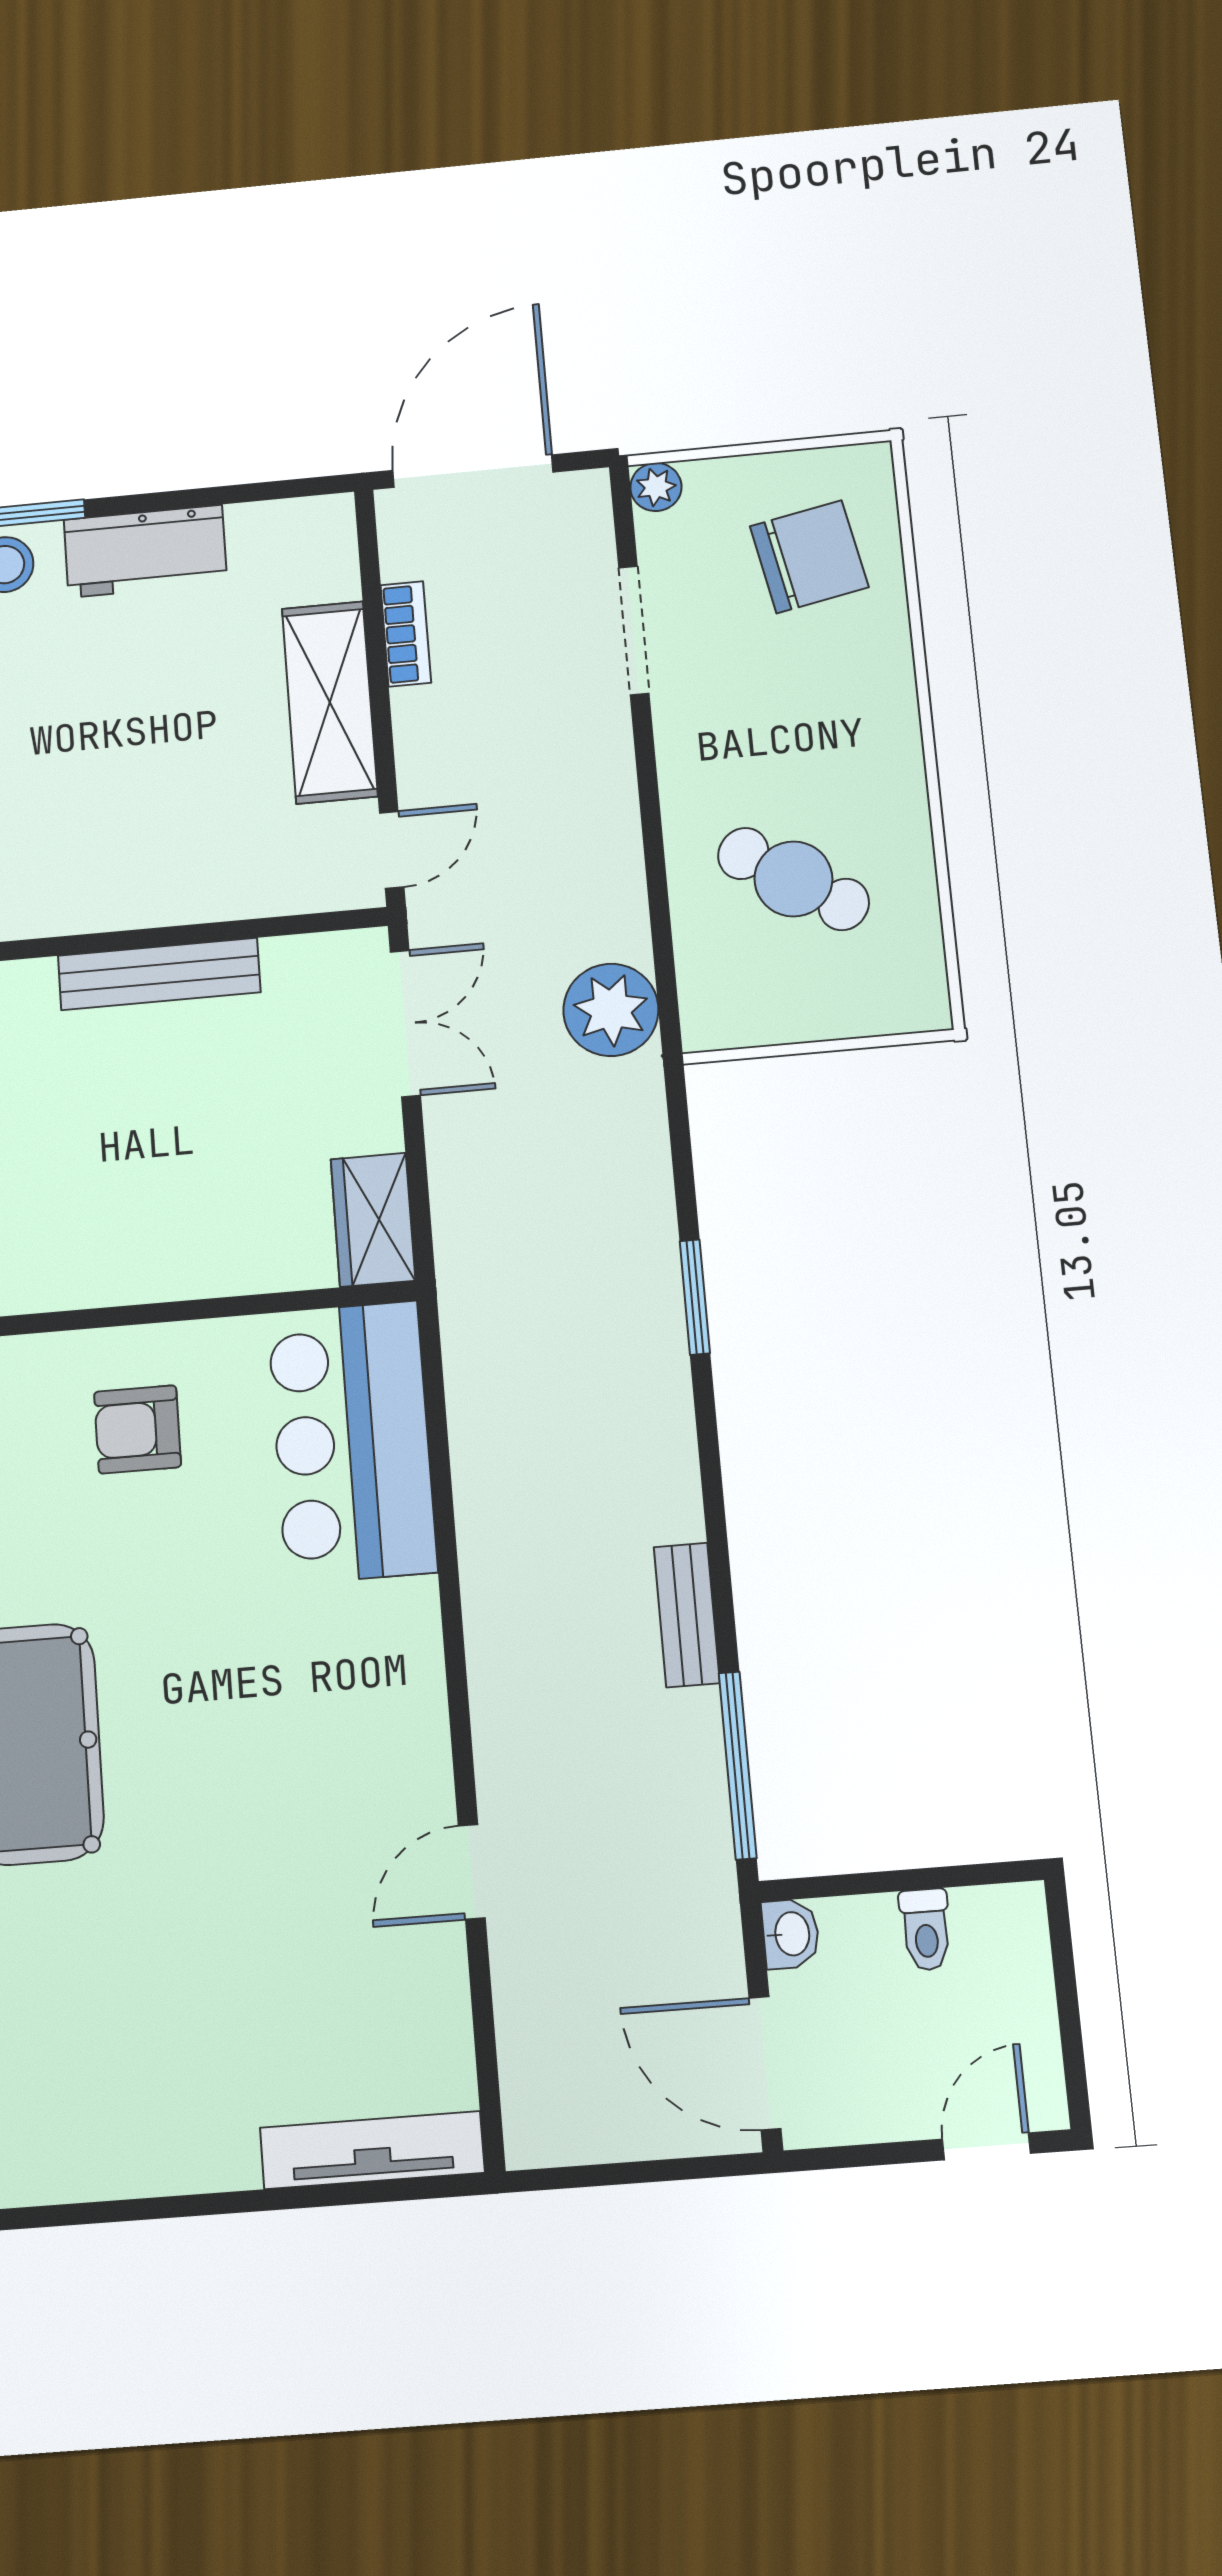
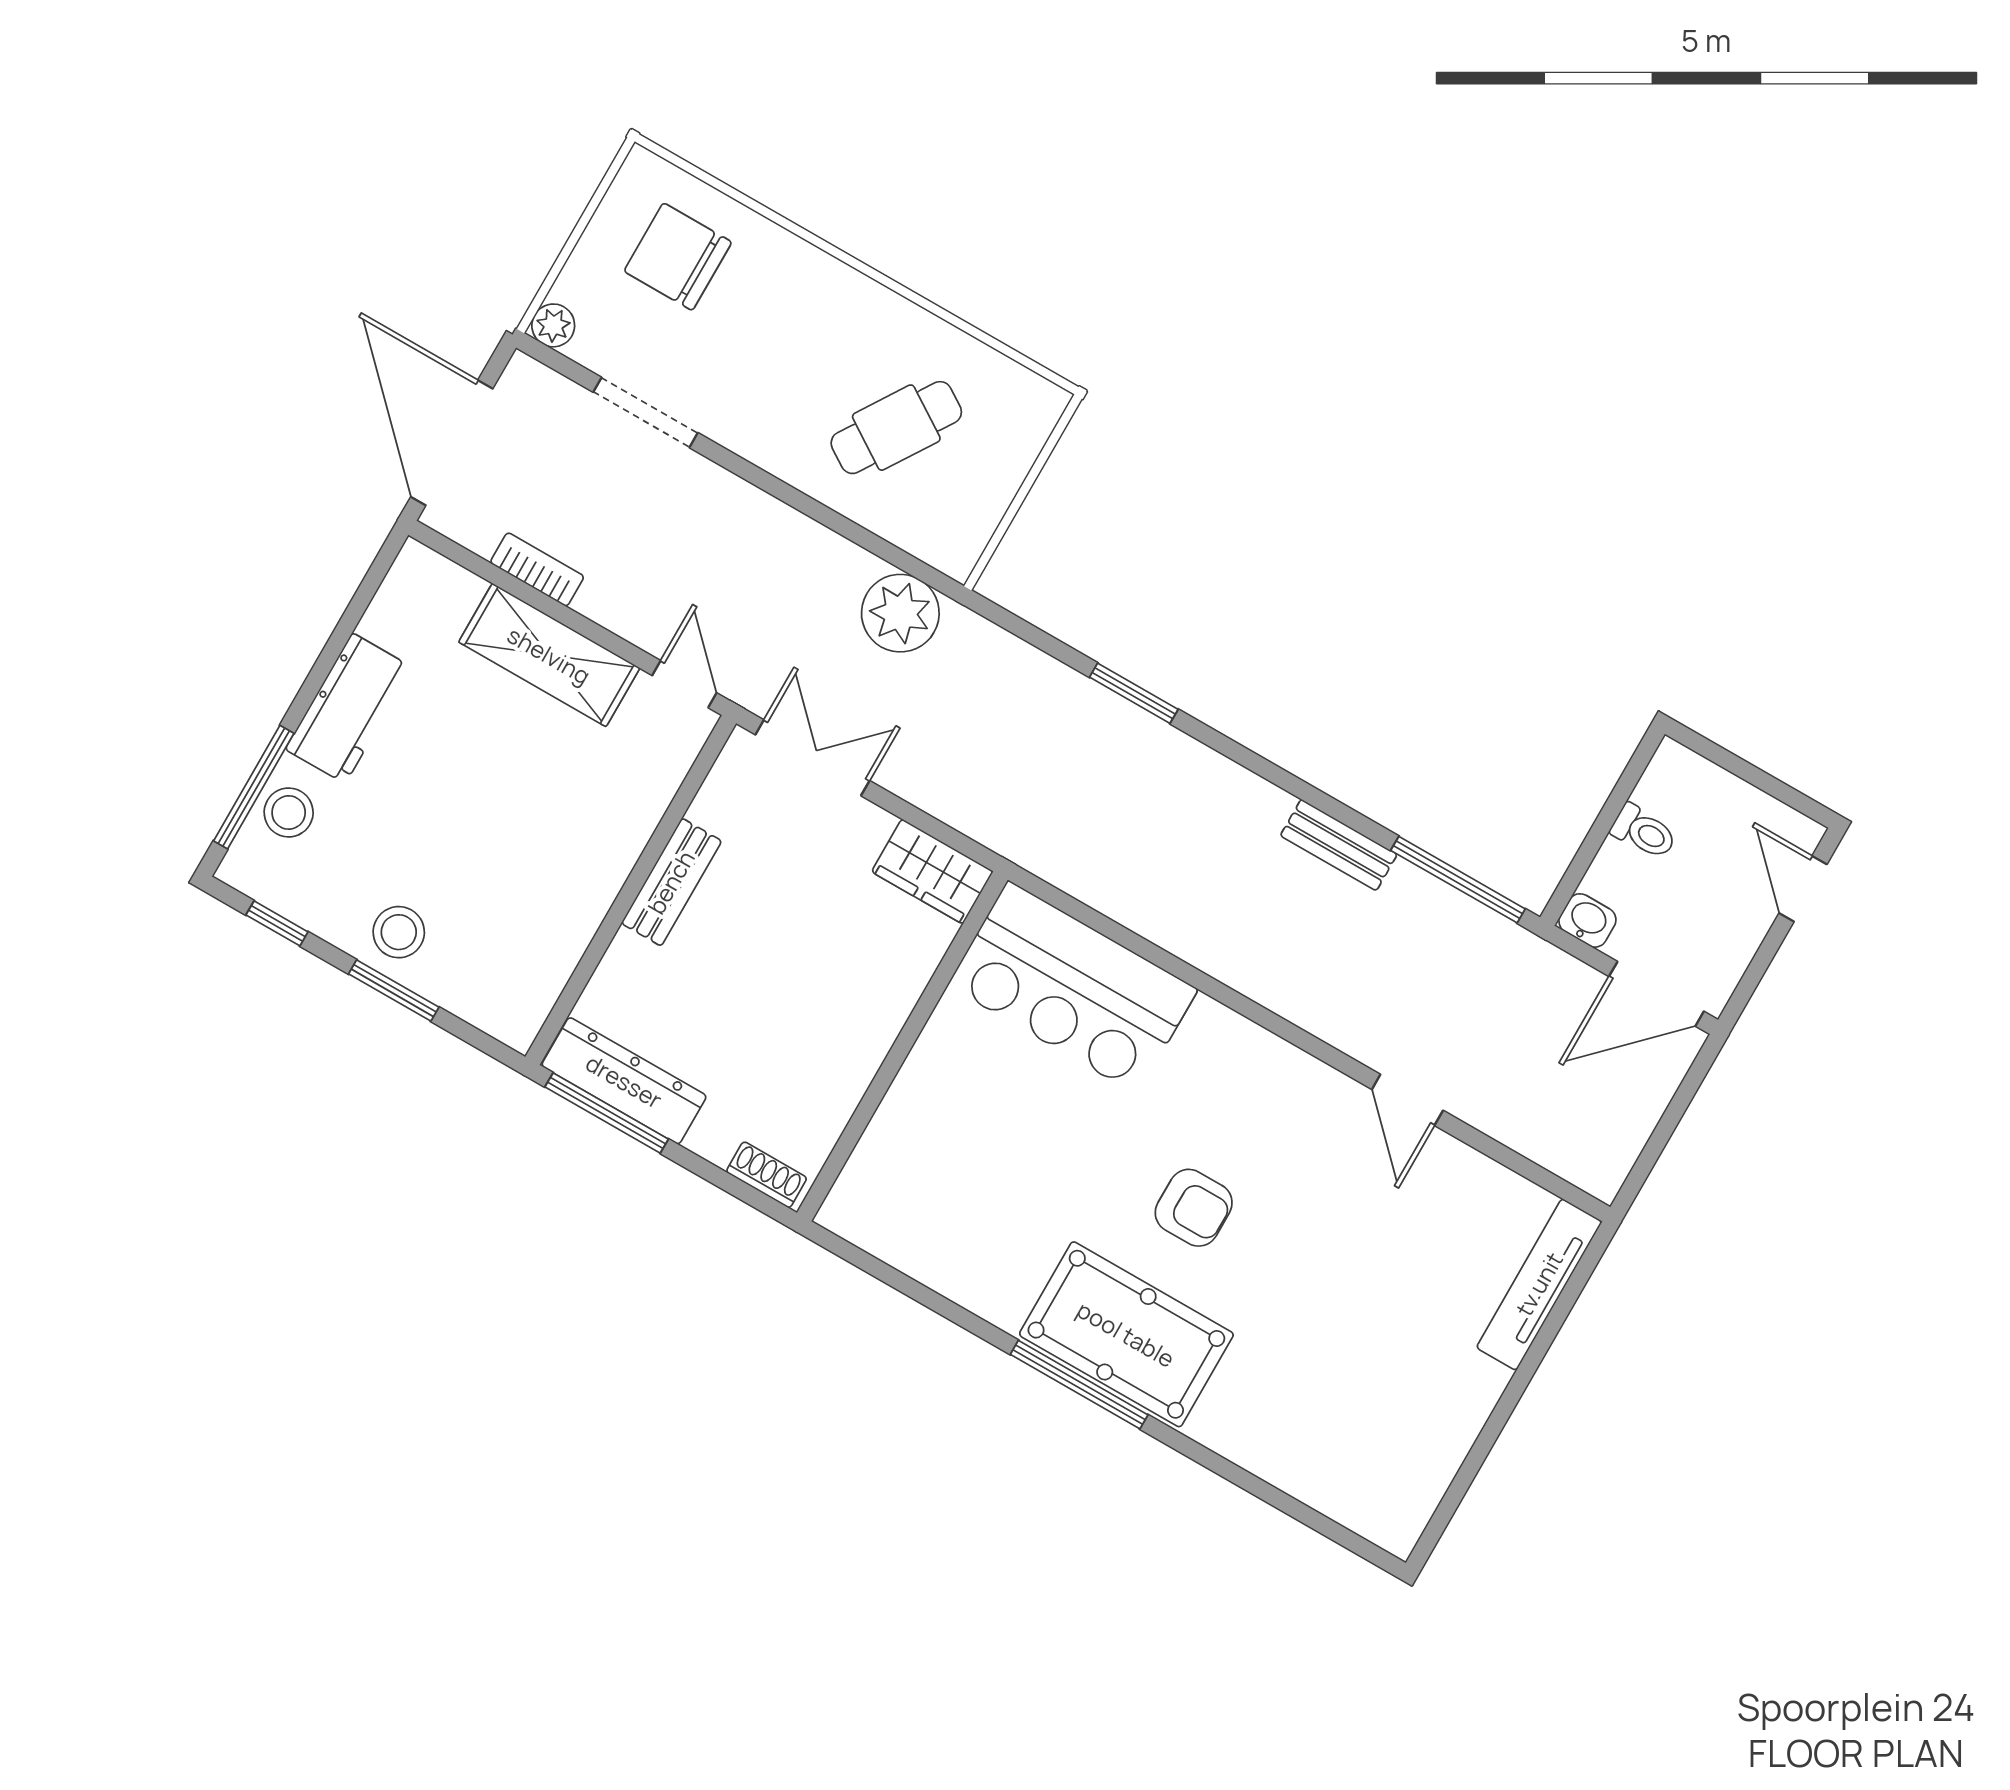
chair: (809, 557) -> (678, 257), turned -79
bench: (159, 974) -> (671, 882), width x0.73
armchair: (137, 1429) -> (1194, 1208), moved, turned -90

